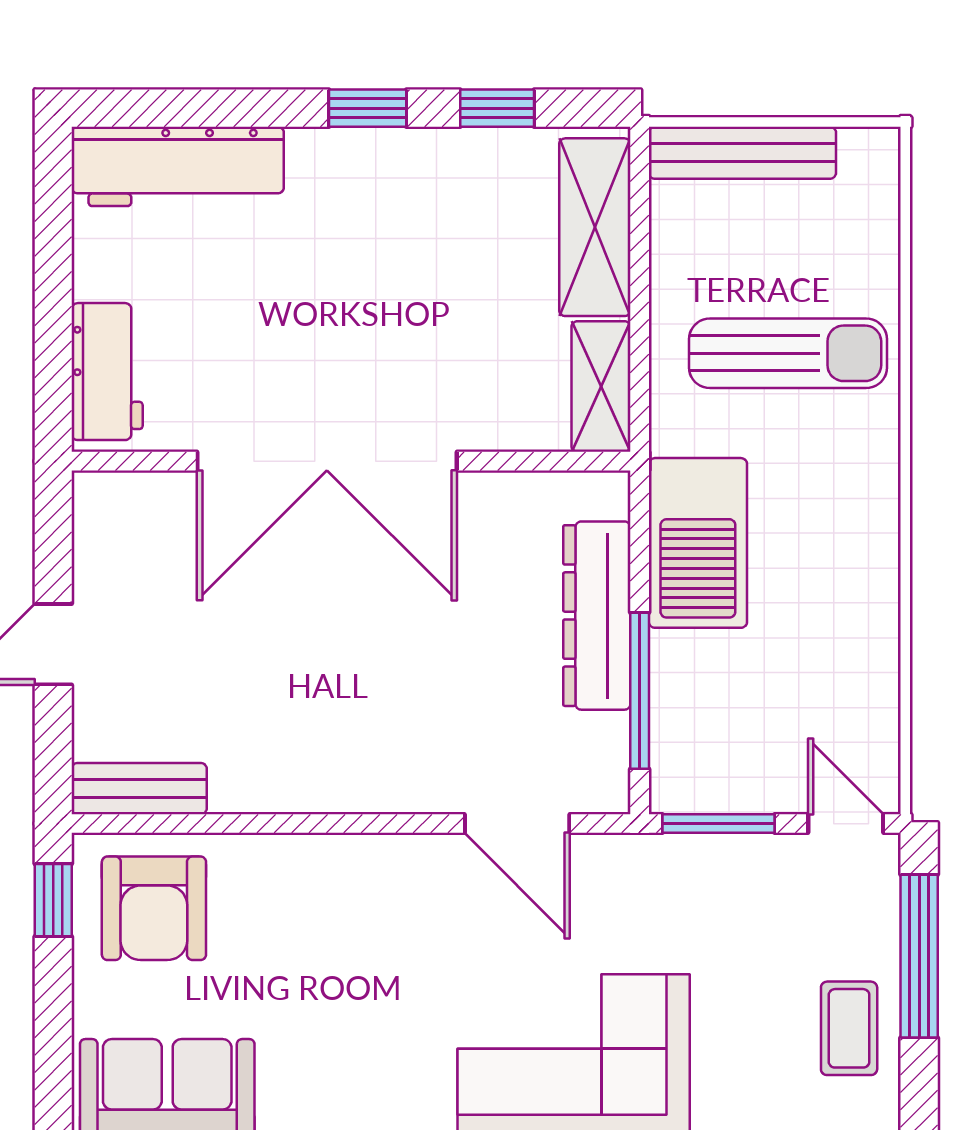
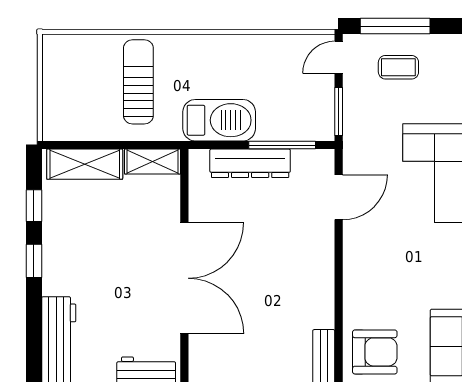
bench: (742, 153) -> (53, 101), removed
coffee table: (849, 1028) -> (398, 67), moved

